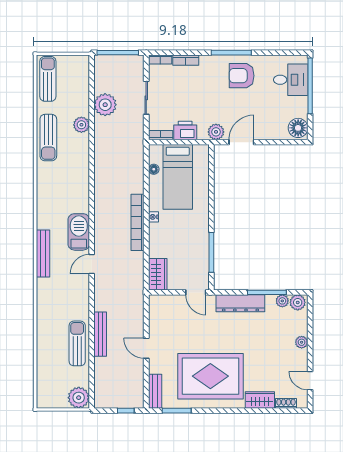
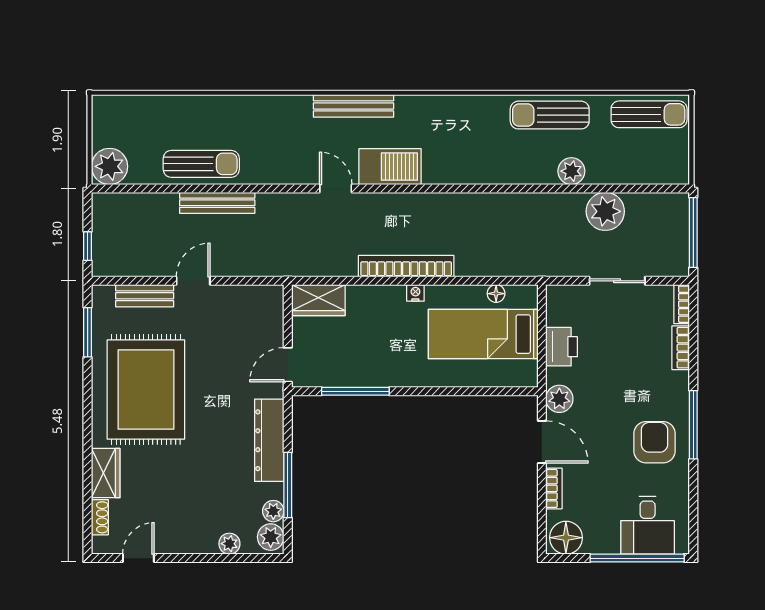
bookcase: (161, 135) -> (554, 488), moved
plant: (302, 342) -> (229, 544), moved
bench: (155, 391) -> (145, 296), moved

